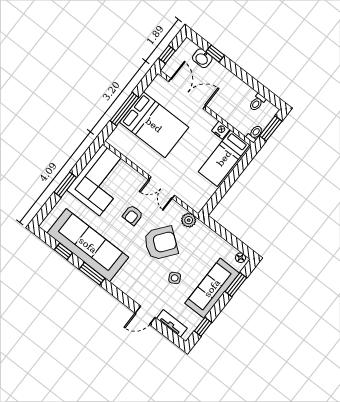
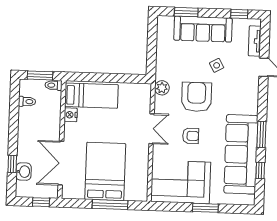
armchair: (161, 243) -> (197, 97), turned 52
floor lamp: (241, 258) -> (162, 24), removed

